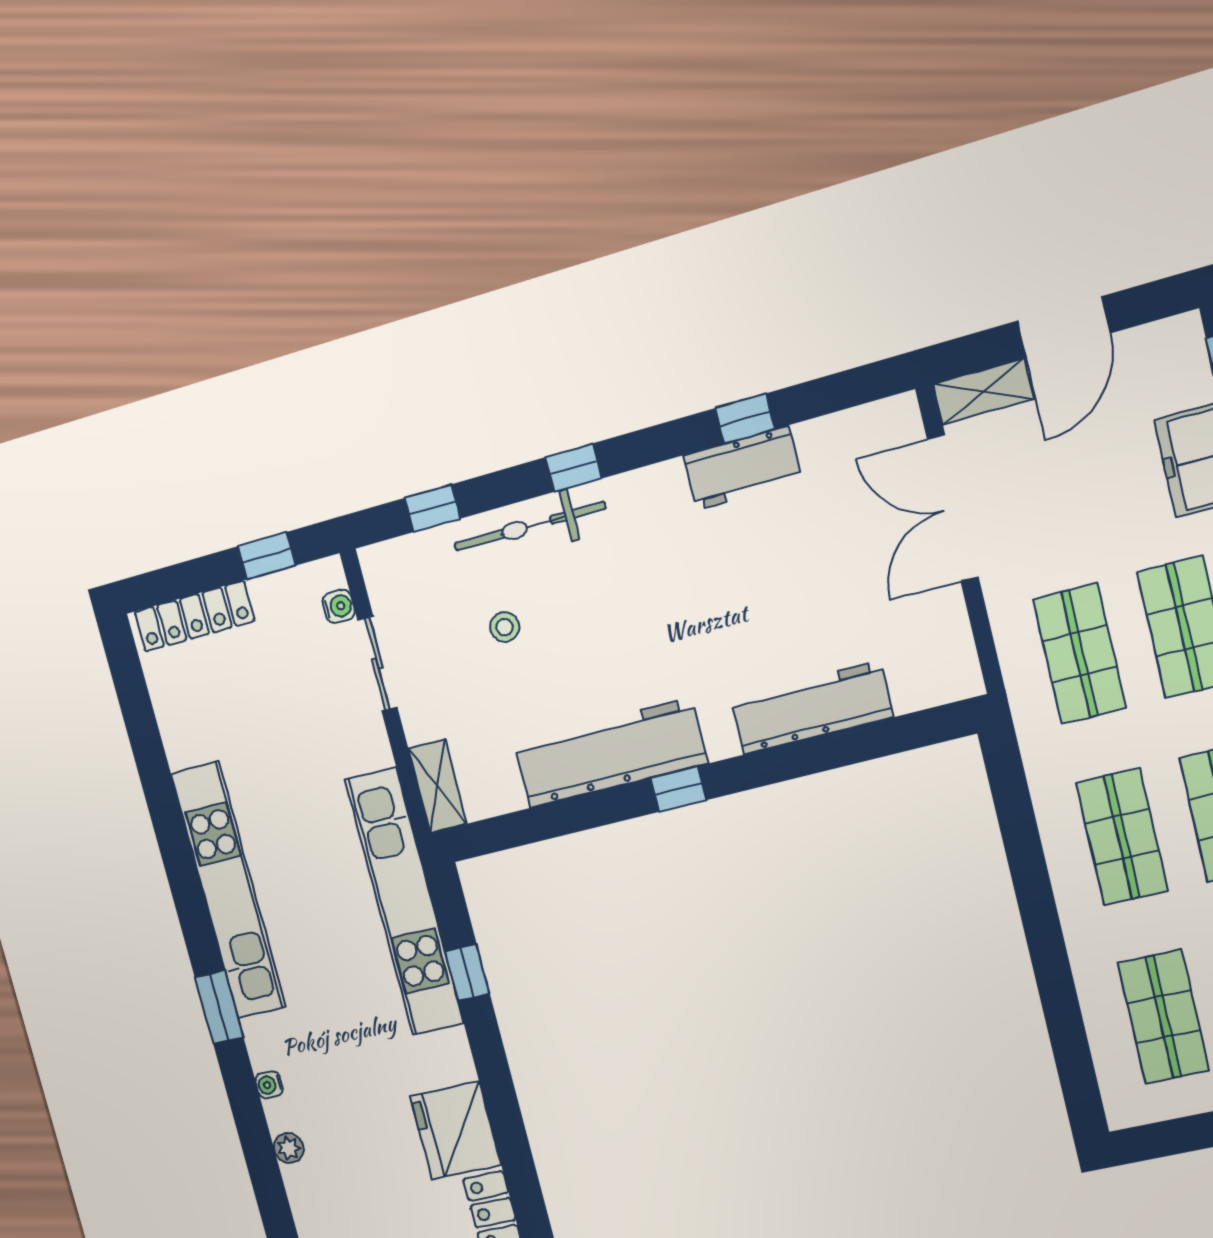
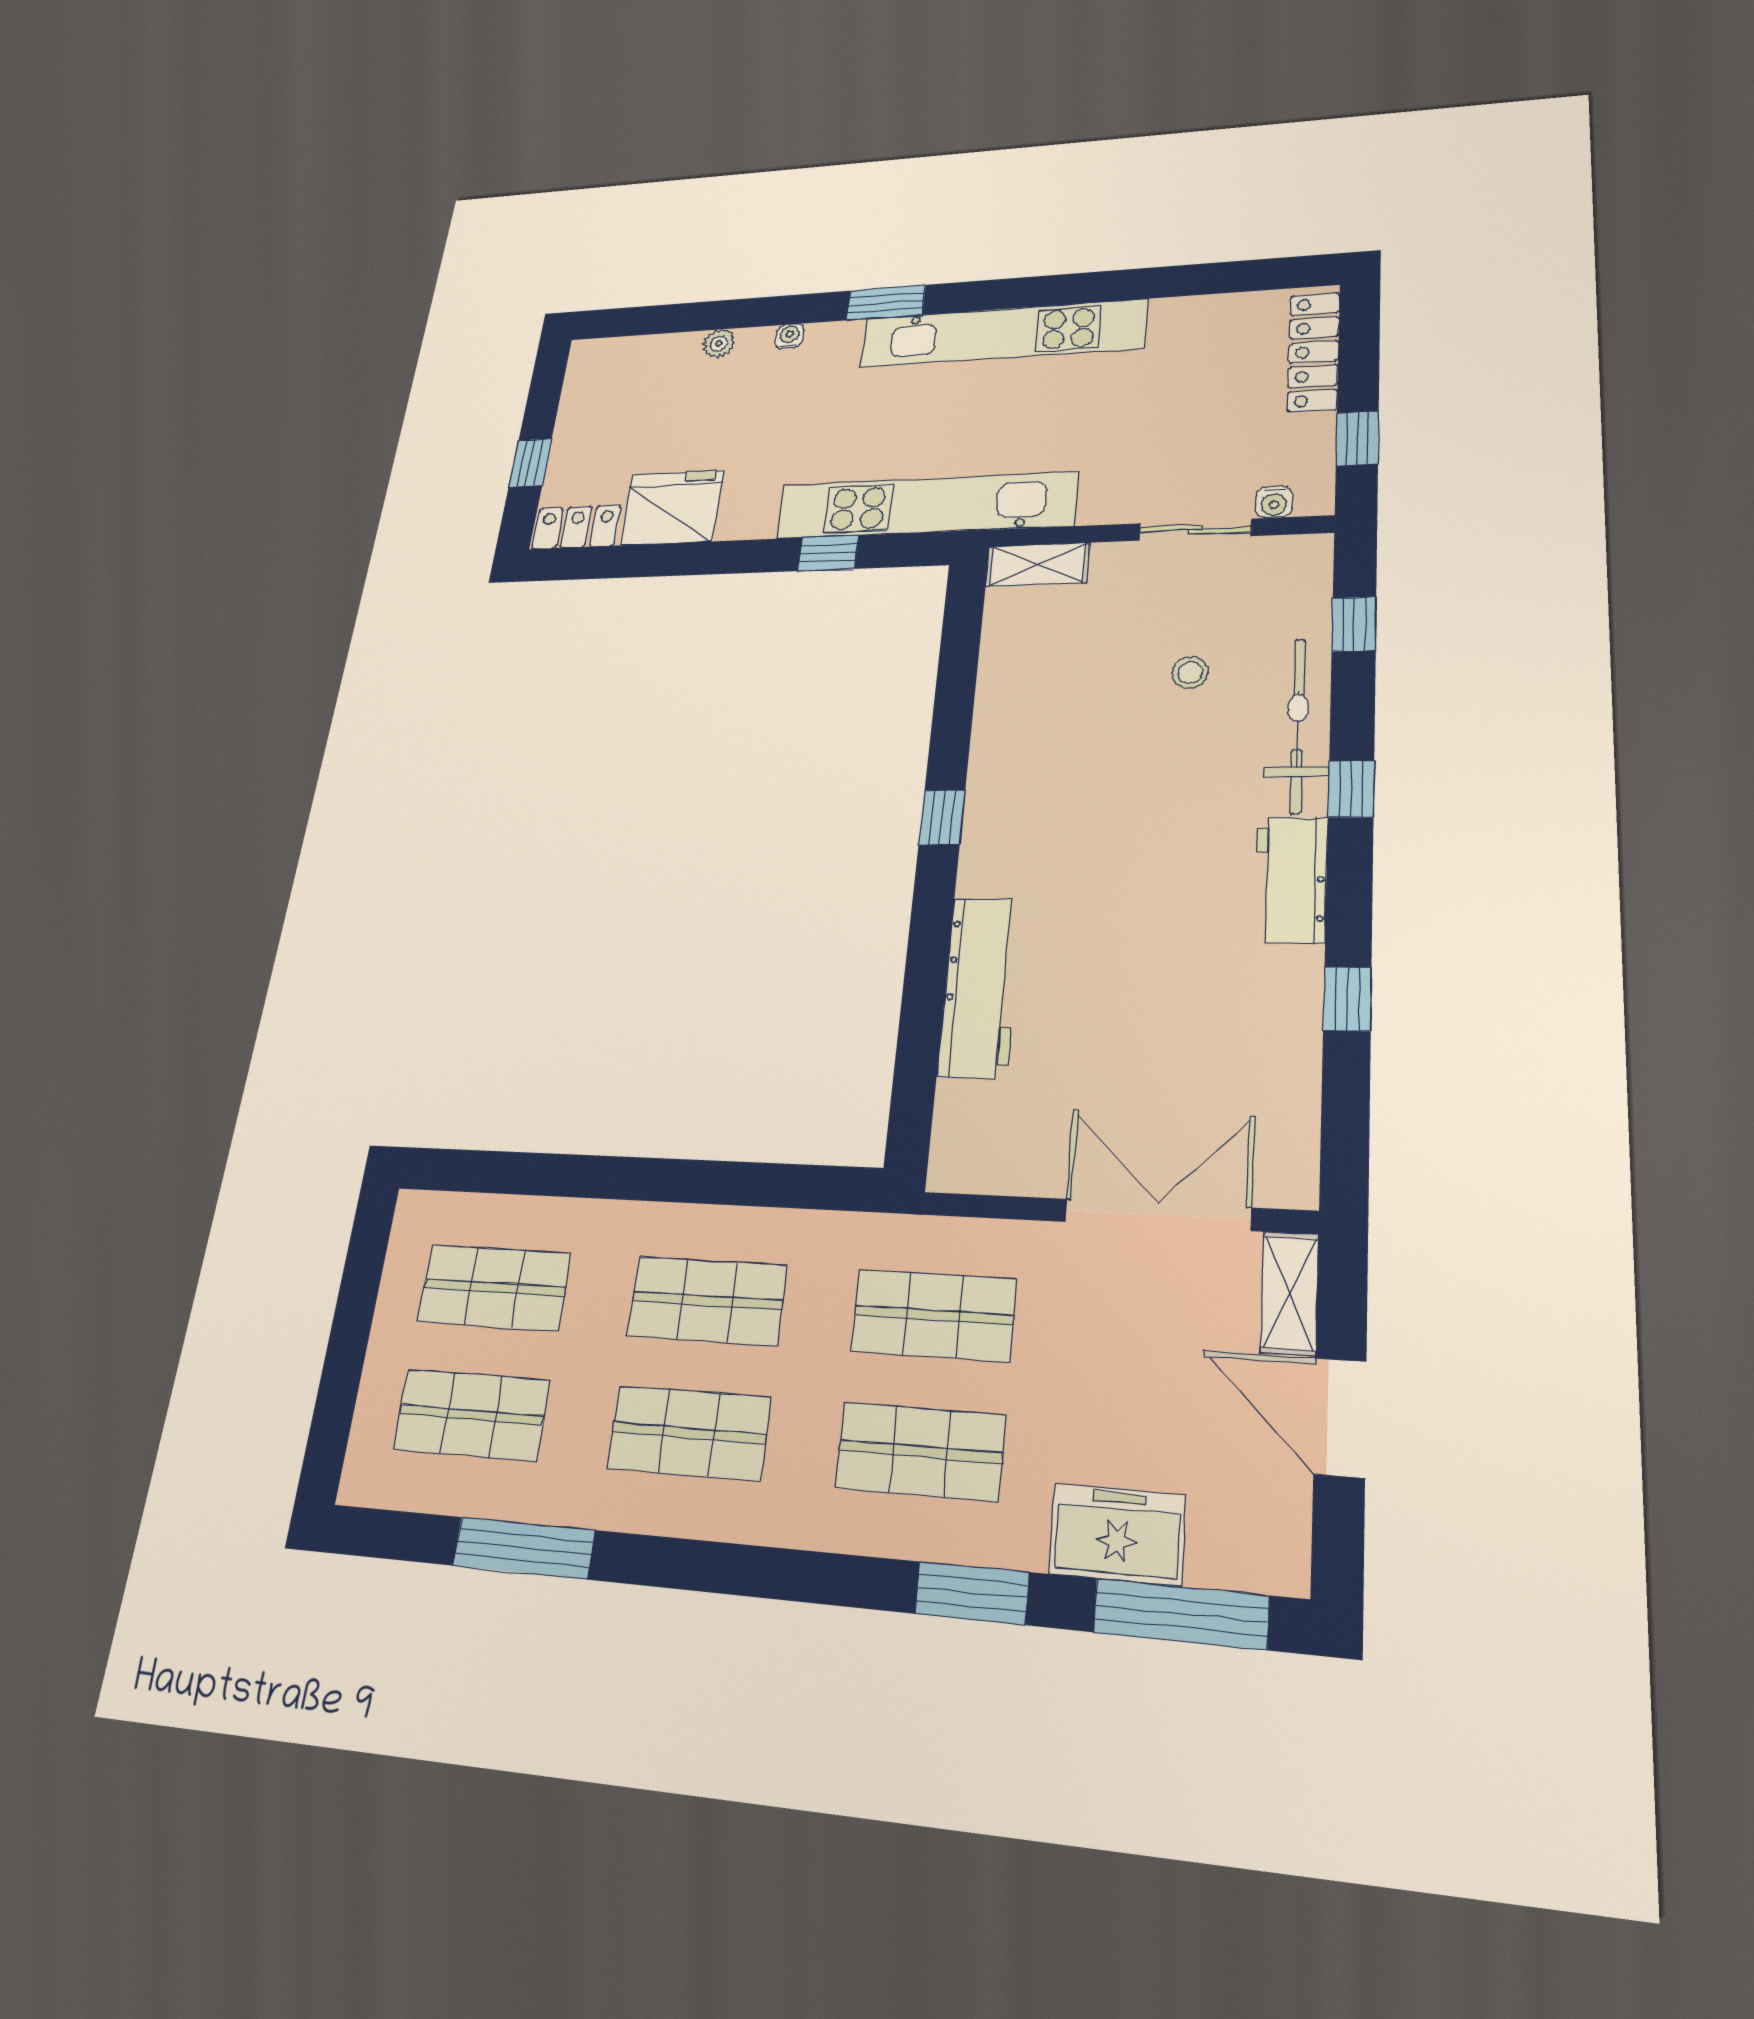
workbench: (743, 468) -> (1291, 880), moved
workbench: (610, 753) -> (1009, 754), removed

